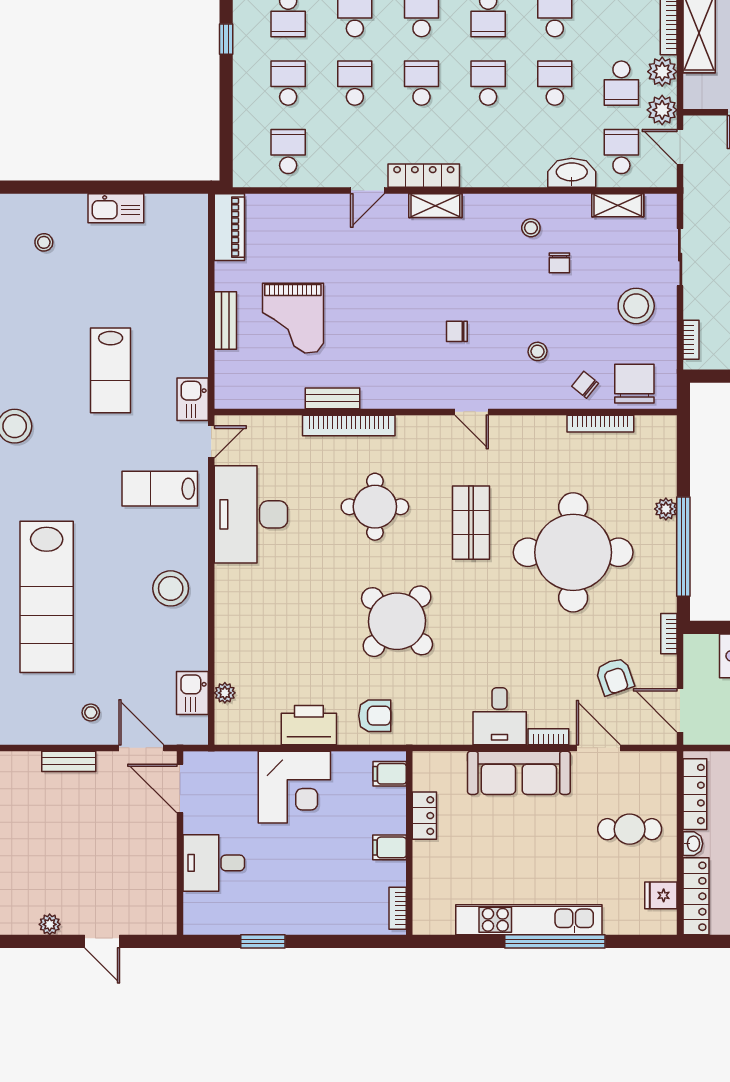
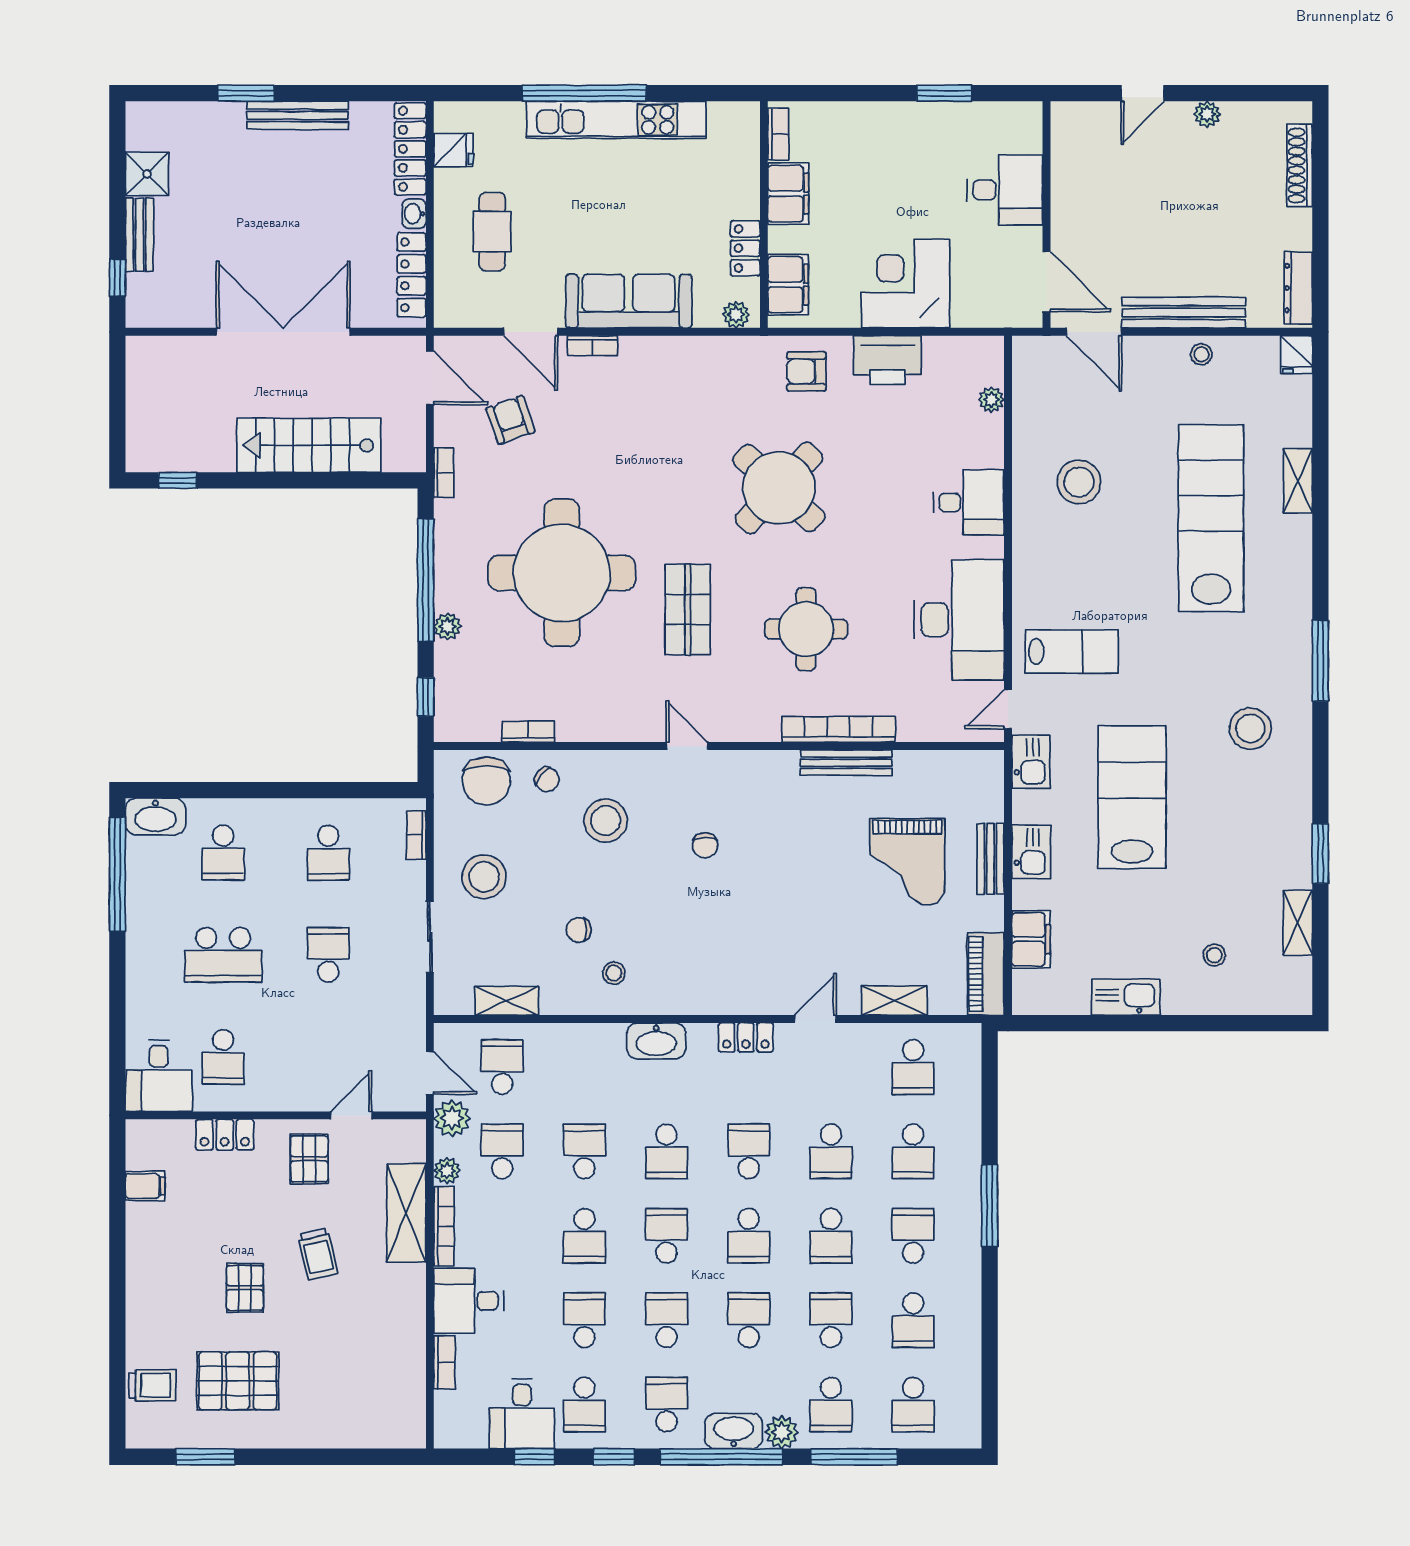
window: (226, 39) -> (990, 1206), width x2.17
plant: (662, 72) -> (447, 1171), width x0.73, depth x0.73
school desk: (421, 83) -> (749, 1151), turned 180
school desk: (555, 83) -> (584, 1151), turned 180
school desk: (621, 152) -> (502, 1067), turned 180
washbasin: (572, 173) -> (656, 1041), moved
locker: (424, 176) -> (746, 1037), width x0.66
shelving: (435, 206) -> (894, 1000), moved
filing cabinet: (193, 255) -> (1031, 939), added
chair: (559, 263) -> (579, 930), turned -90
grand piano: (293, 318) -> (907, 862), turned 180
chair: (457, 331) -> (705, 845), turned 90
stool: (537, 351) -> (606, 821), width x1.89, depth x1.89
lab bench: (111, 370) -> (1132, 797), width x1.36, depth x1.39
bench: (332, 398) -> (846, 763), width x1.36
bookcase: (600, 424) -> (528, 732), width x0.64
window: (683, 452) -> (426, 697), added
stool: (171, 588) -> (1079, 482), moved
kitchen sink: (192, 693) -> (1031, 852), moved
stool: (91, 713) -> (1201, 354), moved
desk: (500, 716) -> (969, 502), moved, turned 90
bench: (69, 761) -> (1184, 313), width x1.86, depth x1.21
plant: (432, 762) -> (736, 315), added
filing cabinet: (390, 774) -> (788, 285), width x2.00
cafe table: (630, 829) -> (492, 232), turned 90
filing cabinet: (389, 847) -> (788, 194), width x2.00
door: (102, 941) -> (1142, 93), swing flipped

